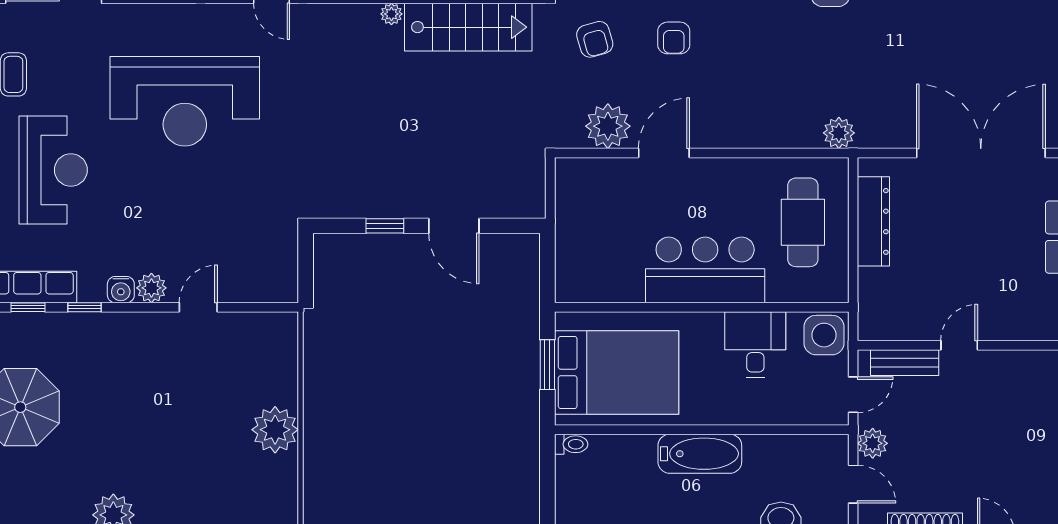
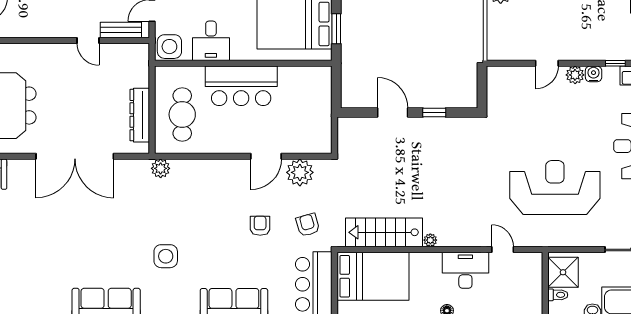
door: (959, 345) -> (88, 40), hinge flipped

